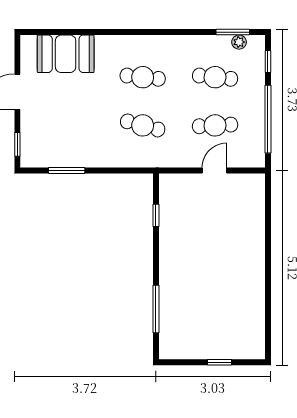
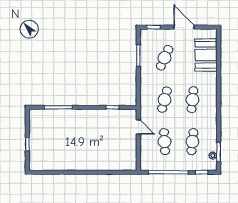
cafe table: (70, 125) -> (165, 58), added
door: (215, 171) -> (138, 127), moved

